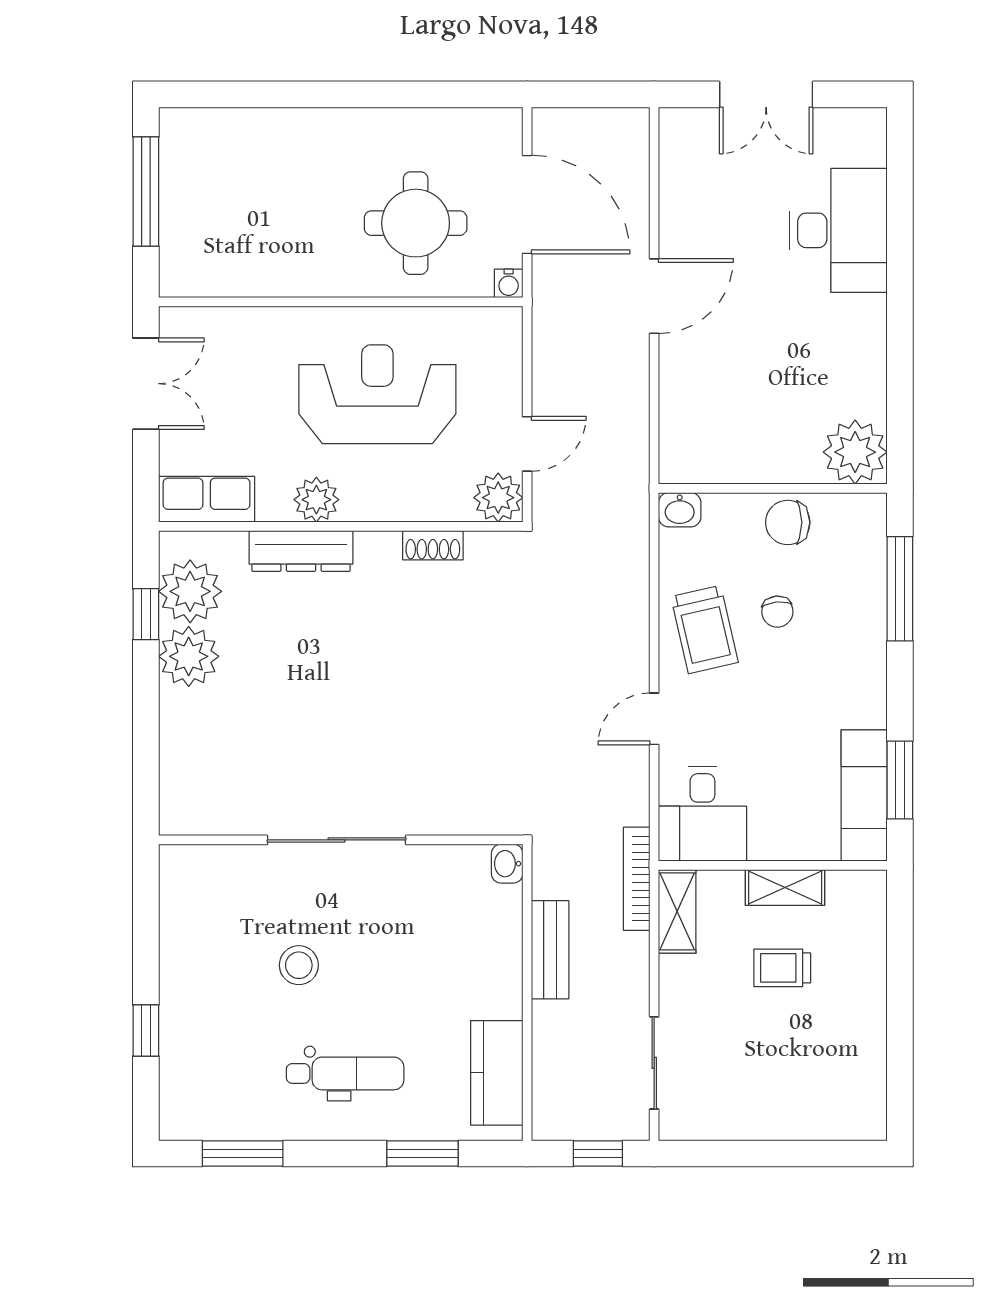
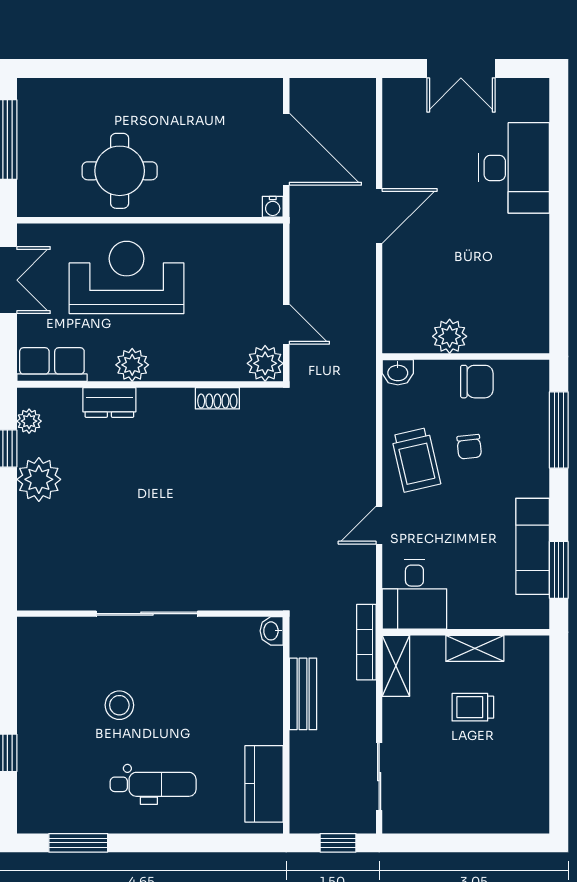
round table: (416, 223) -> (120, 171), moved
reception desk: (377, 394) -> (127, 277), moved
door: (527, 444) -> (286, 324), hinge flipped
plant: (855, 452) -> (450, 336), moved, width x0.73, depth x0.73
chair: (788, 522) -> (477, 382), turned 180
dresser: (301, 551) -> (109, 402), width x0.70
plant: (190, 591) -> (29, 421), width x0.53, depth x0.53
exam couch: (864, 795) -> (533, 546), moved
window: (422, 1153) -> (210, 843), removed

